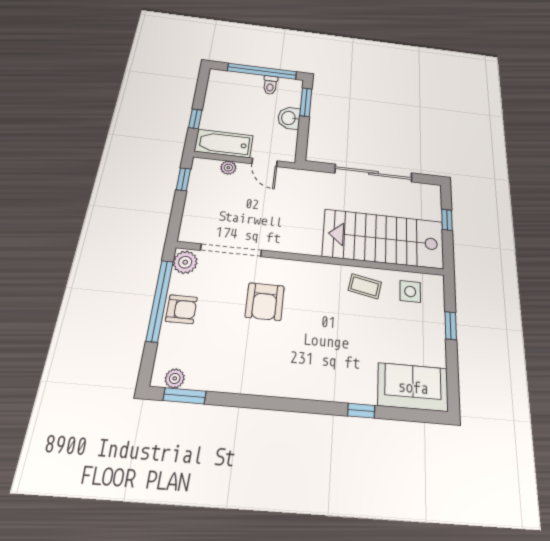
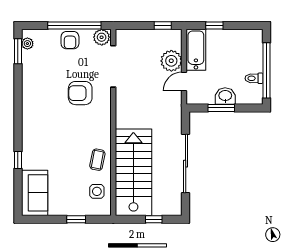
window: (306, 102) -> (221, 108), moved
plant: (228, 168) -> (171, 61), width x1.88, depth x1.88

